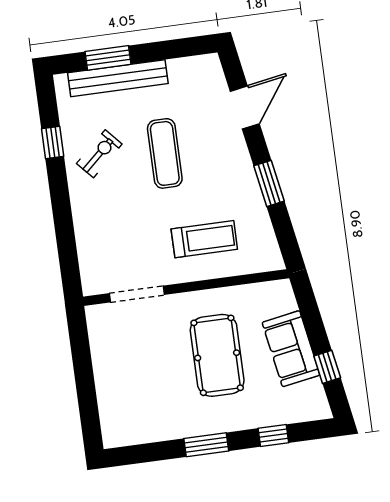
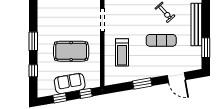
window: (108, 58) -> (206, 48), moved
window: (309, 309) -> (86, 93), added

